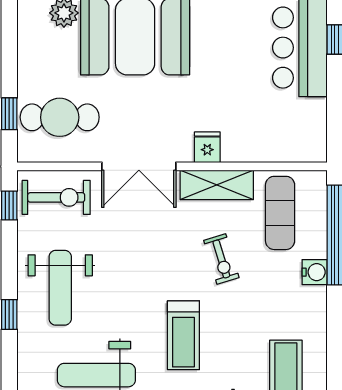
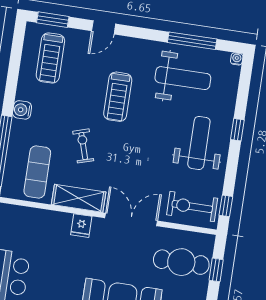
water cooler: (315, 272) -> (22, 110), moved
treadmill: (183, 335) -> (118, 97), turned 180

